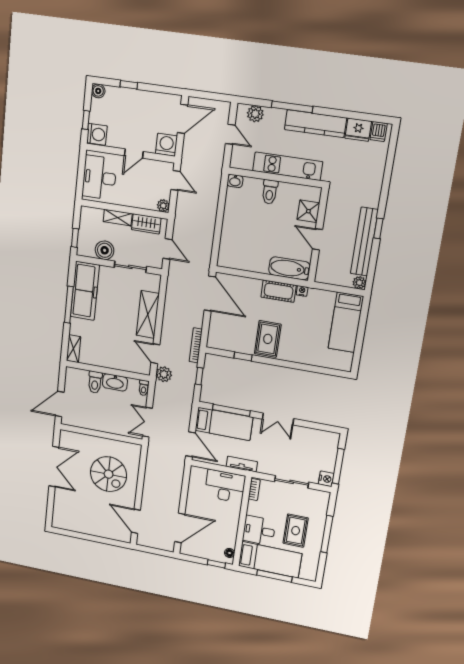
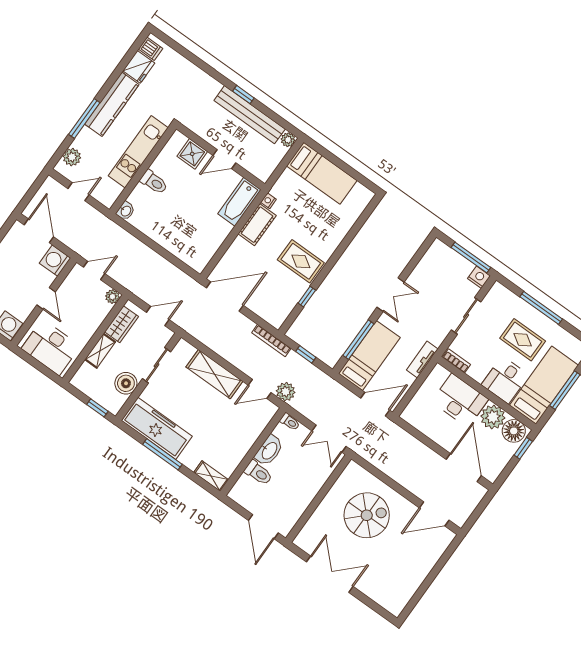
desk: (225, 486) -> (460, 400), moved, turned 90
plant: (227, 533) -> (493, 417), added
floor lamp: (230, 553) -> (514, 431), width x1.89, depth x1.89

